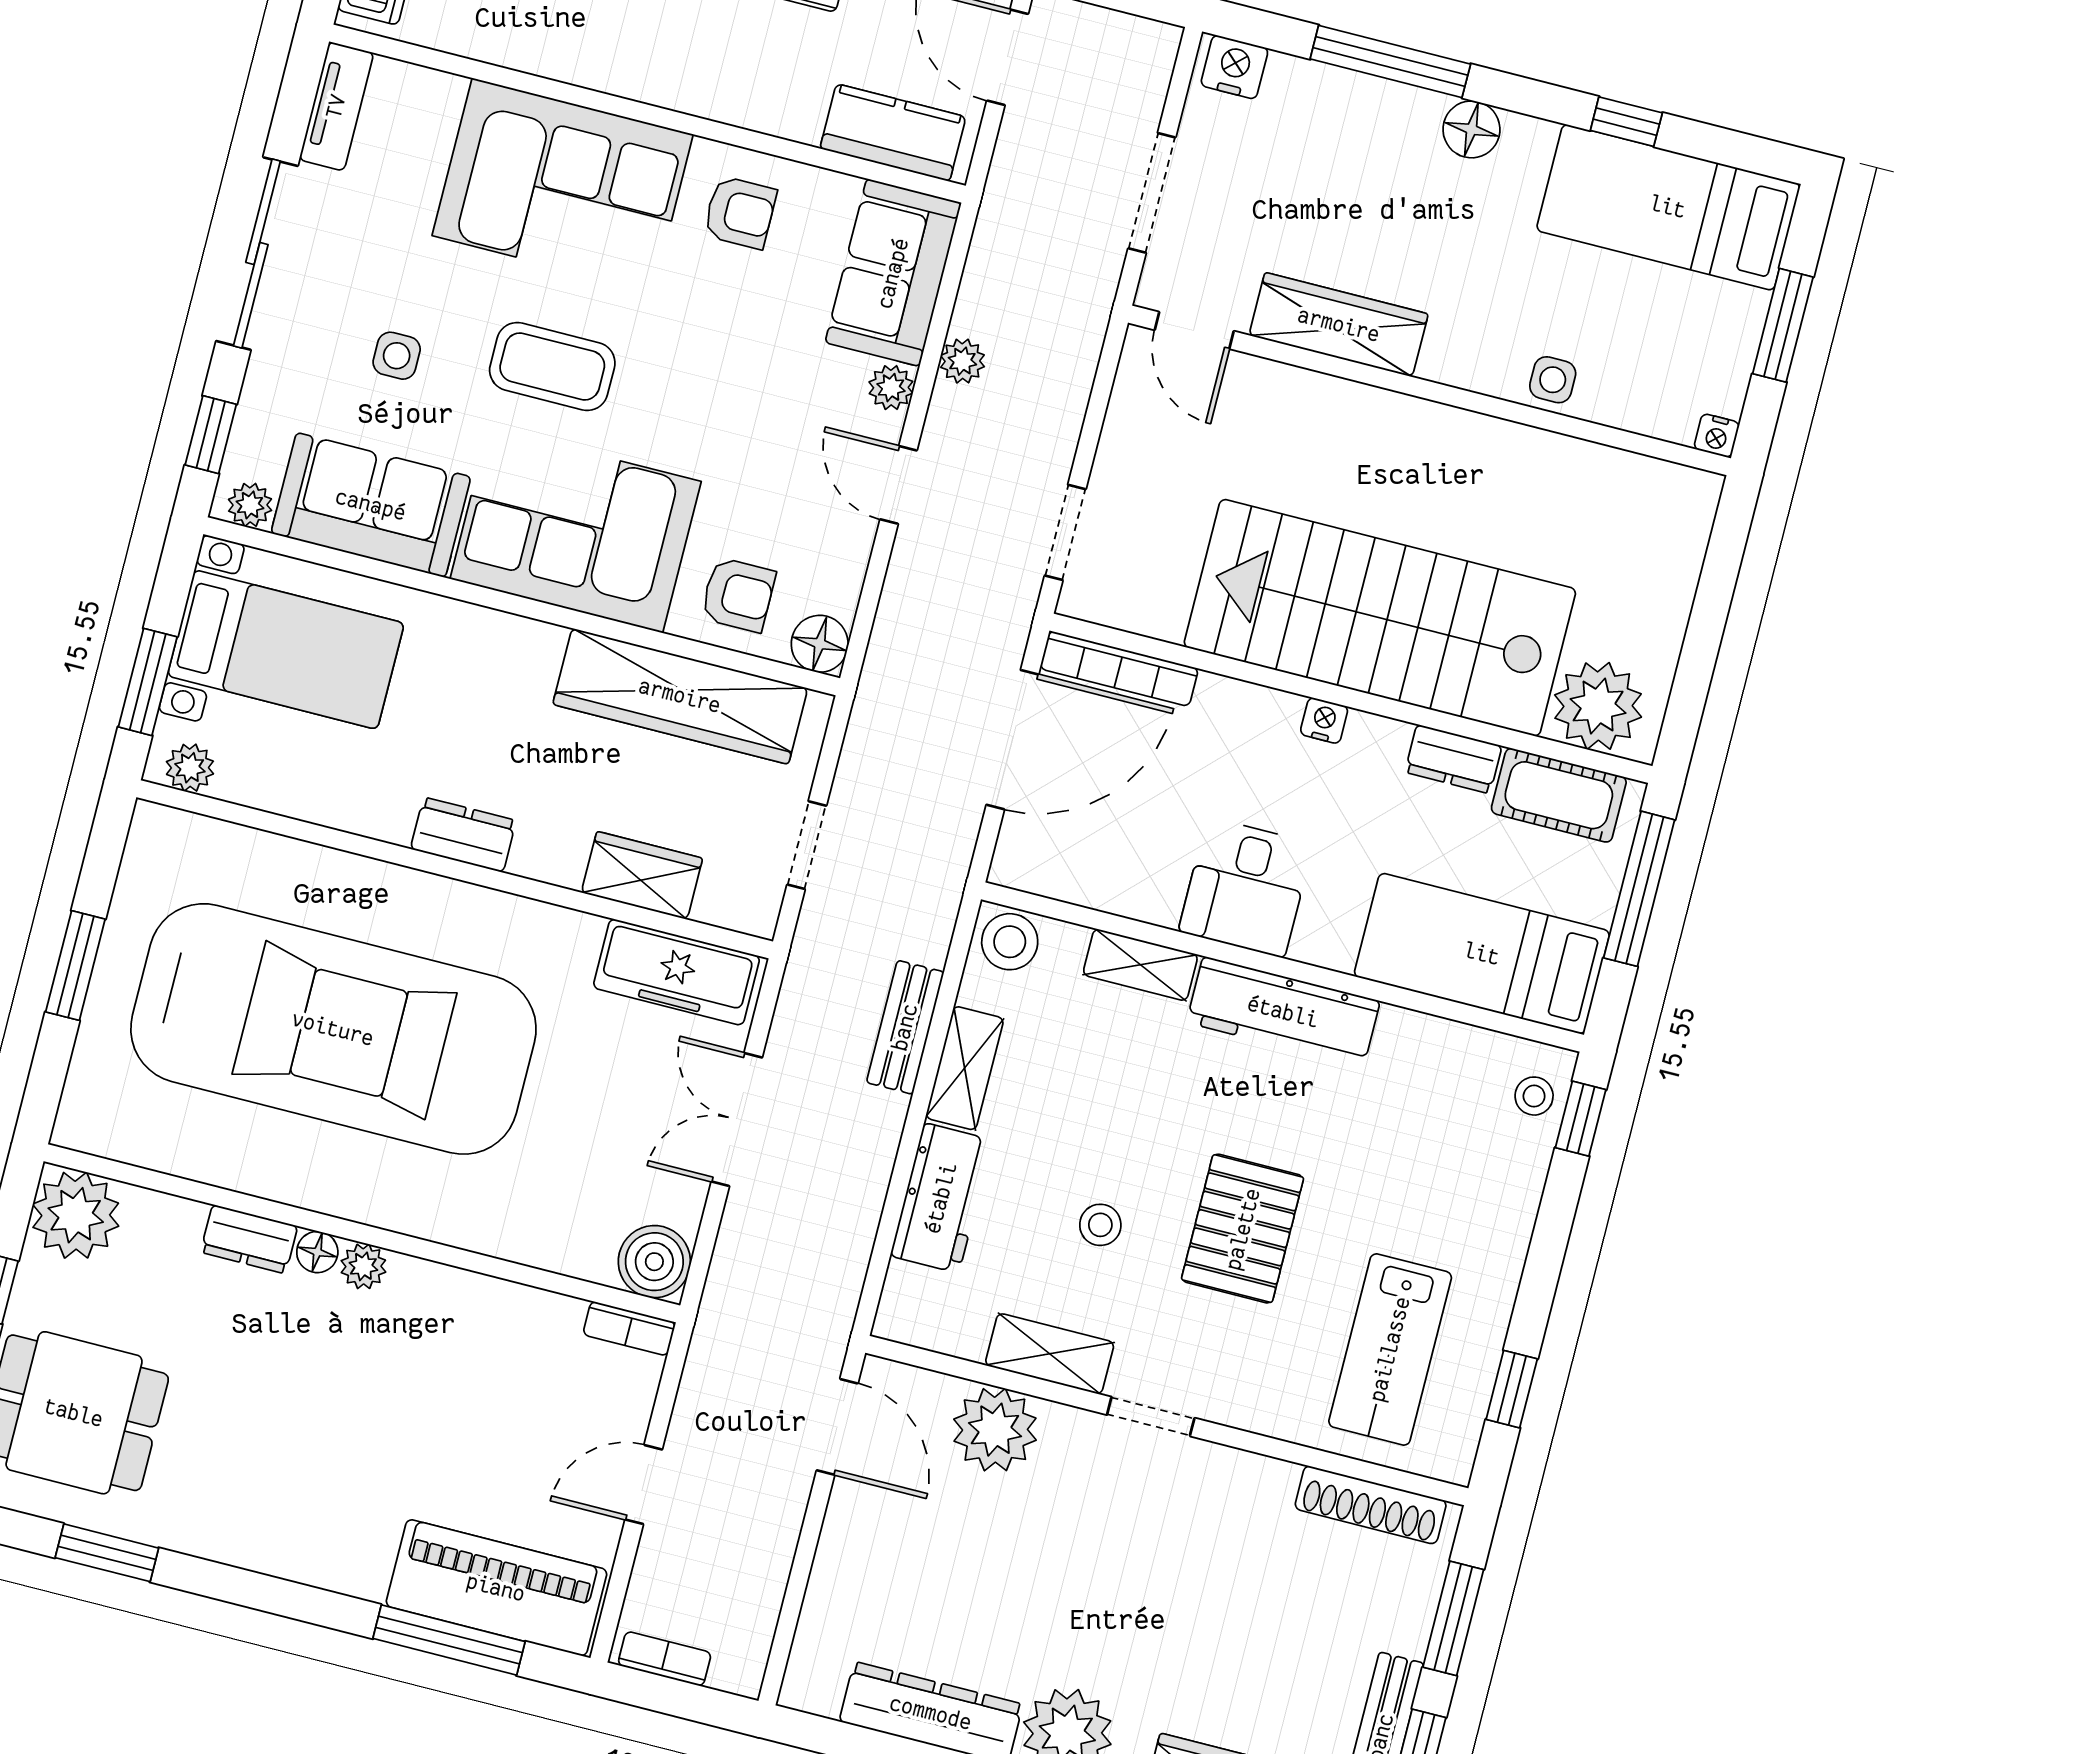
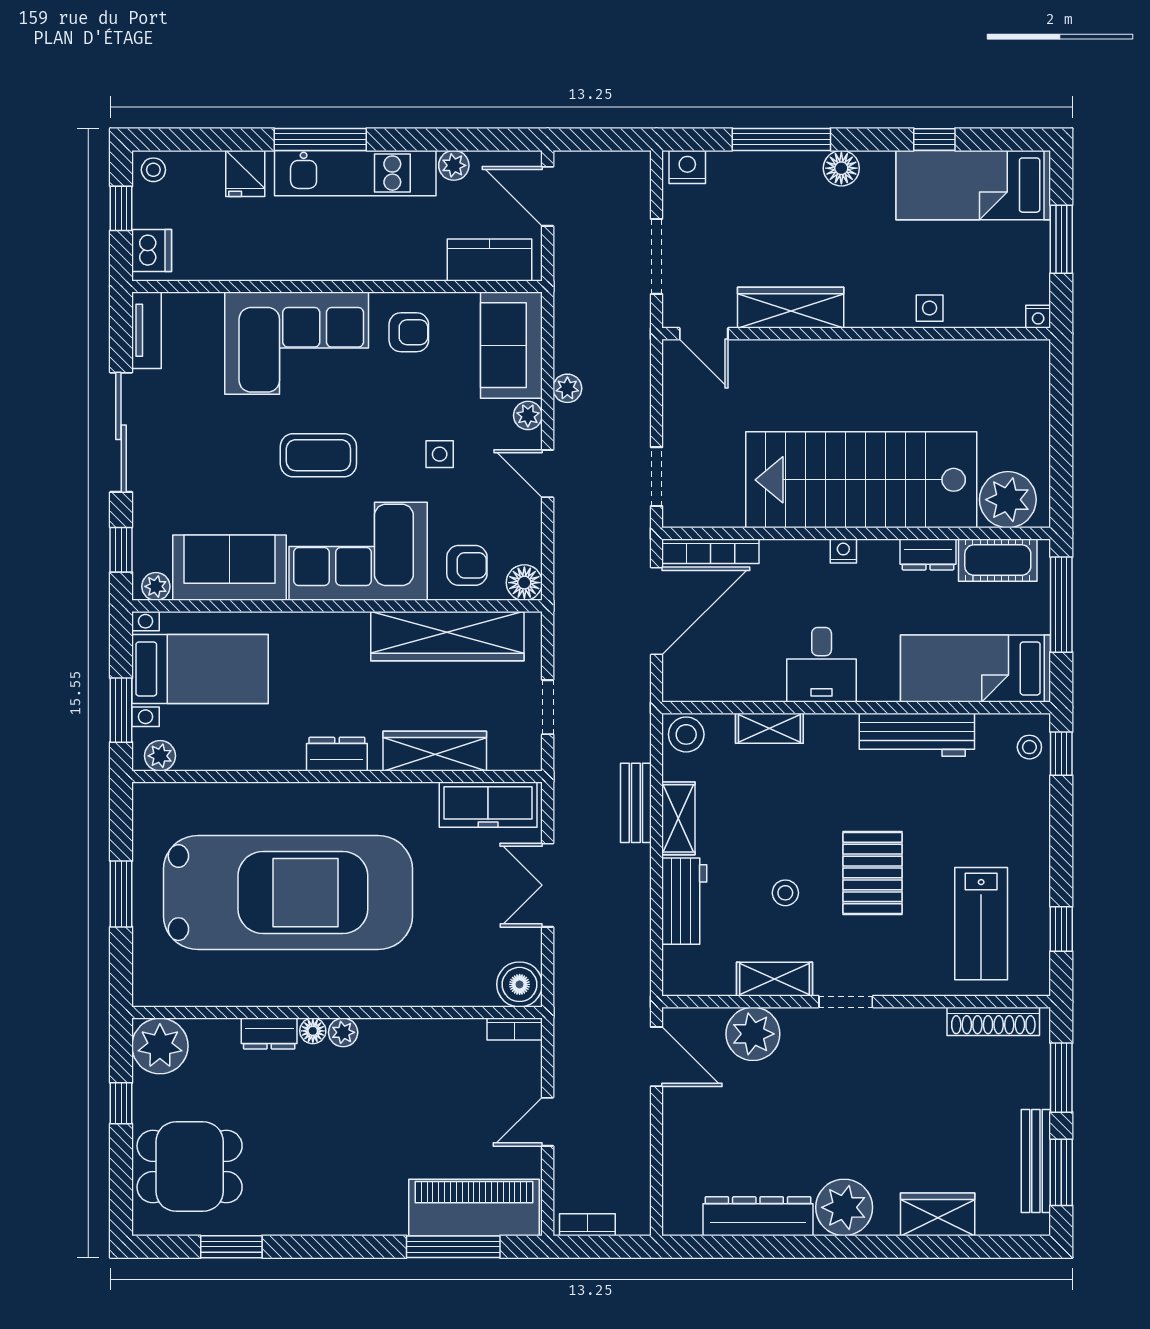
side table: (397, 356) -> (440, 454), moved
wardrobe: (642, 875) -> (435, 751), width x1.50
workbench: (1283, 1012) -> (917, 735), moved

